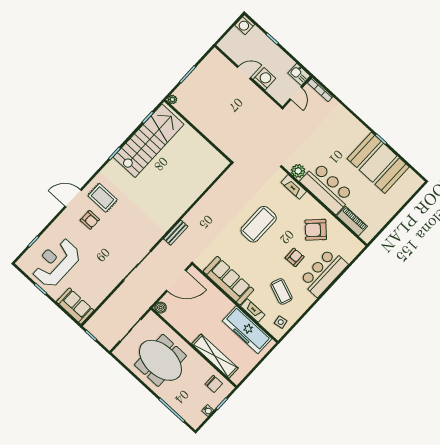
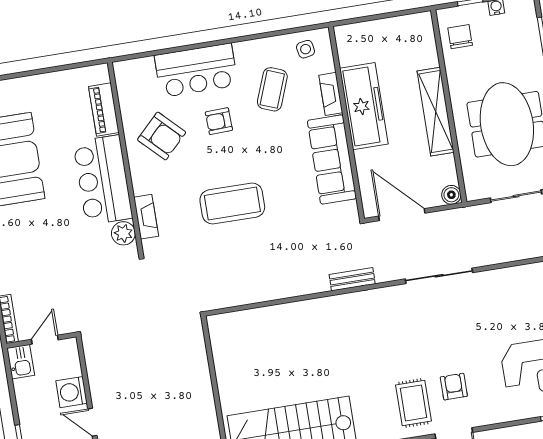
freezer: (247, 330) -> (364, 106), moved
shelving: (215, 356) -> (436, 112), moved

